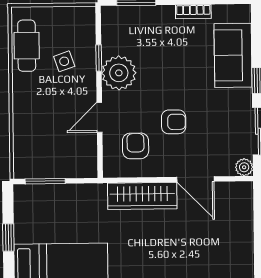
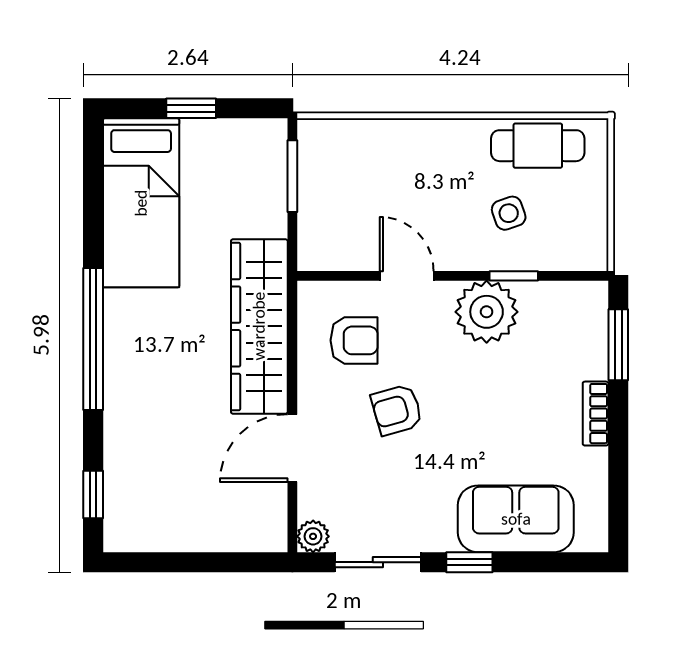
bookcase: (193, 12) -> (596, 414), moved
armchair: (174, 122) -> (397, 410), turned 74
wardrobe: (142, 196) -> (259, 326), width x1.40, depth x1.17

